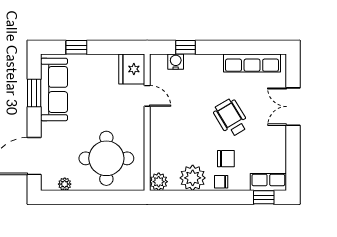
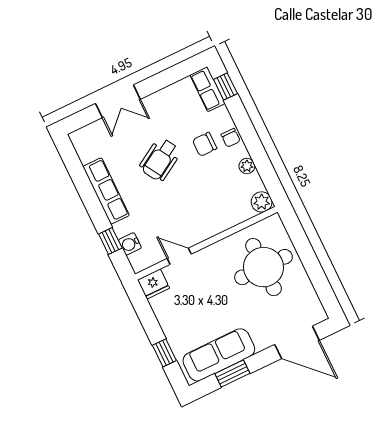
row of seats: (252, 63) -> (106, 191), moved
fridge: (132, 69) -> (154, 284), width x0.73, depth x0.75
door: (147, 96) -> (179, 256), hinge flipped
chair: (226, 159) -> (205, 144), turned -90
plant: (193, 178) -> (247, 166), width x0.53, depth x0.53
plant: (65, 184) -> (311, 297), removed

